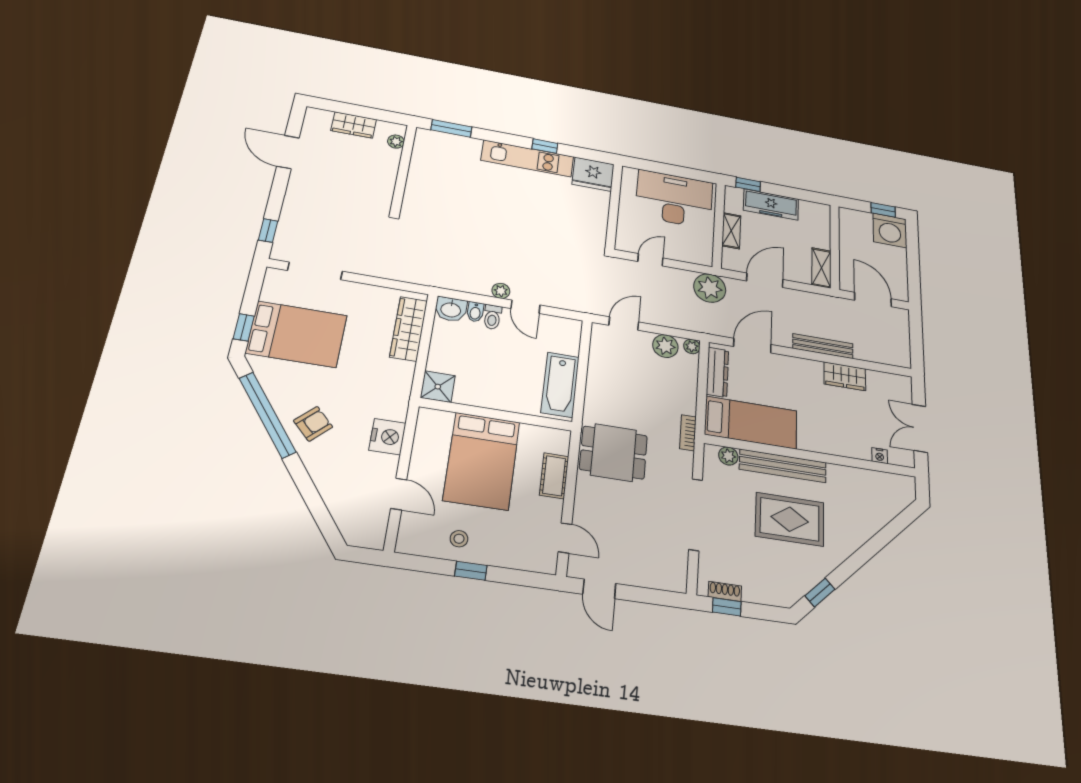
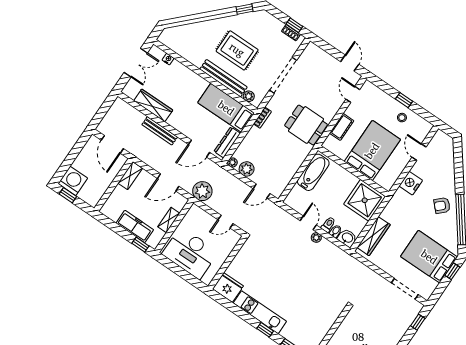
window: (545, 146) -> (265, 330), moved
wardrobe: (845, 376) -> (153, 105), width x1.50
shower: (438, 387) -> (365, 200), width x1.86, depth x1.86

